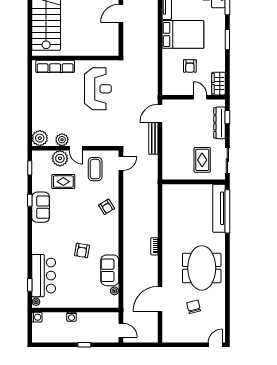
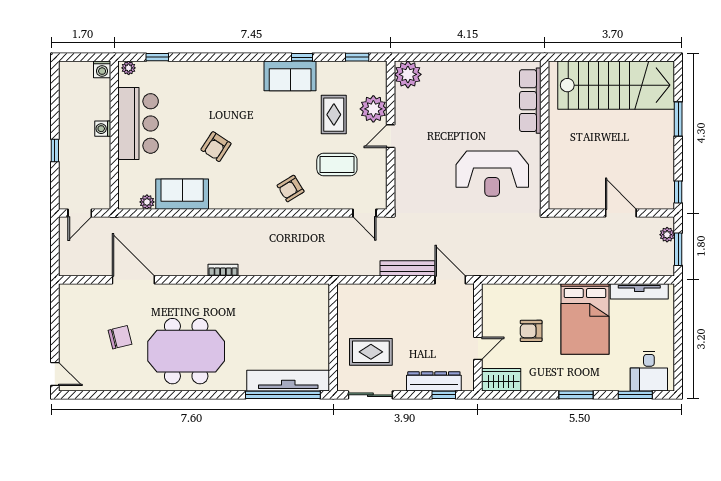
plant: (62, 140) -> (405, 112), removed
coffee table: (95, 169) -> (337, 165), moved
armchair: (82, 250) -> (216, 147), turned -67
bar counter: (44, 276) -> (138, 123), moved, turned -90

